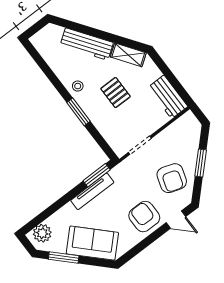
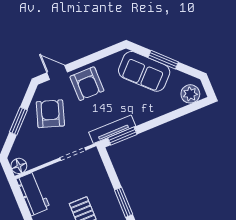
floor lamp: (189, 120) -> (19, 166), added
tv unit: (92, 191) -> (112, 129), moved
window: (64, 257) -> (163, 60), moved

